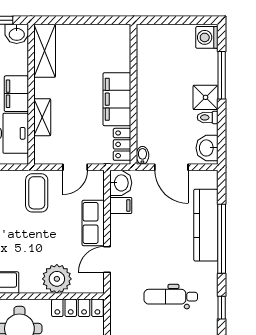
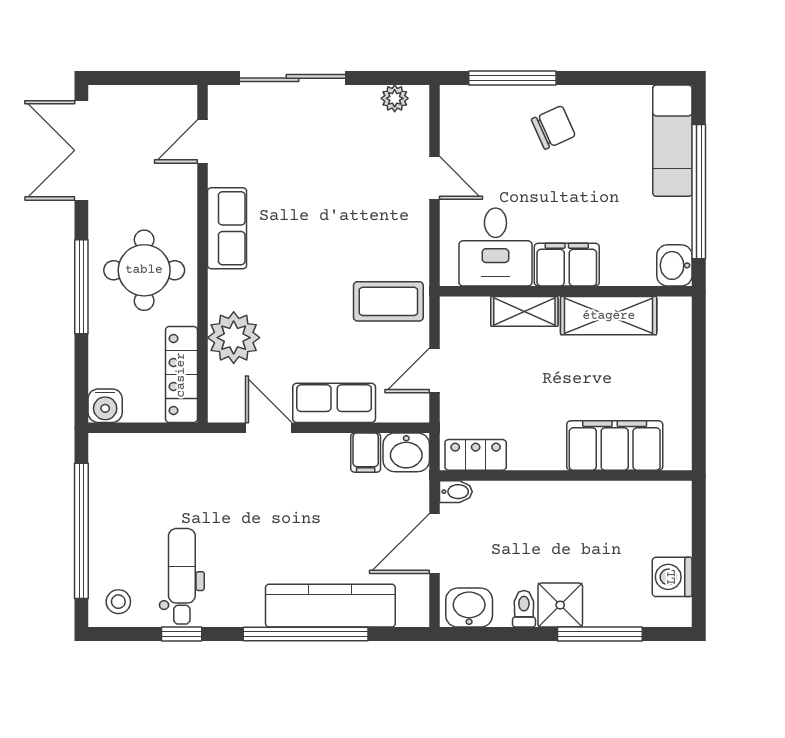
washing machine: (207, 37) -> (672, 577), moved, turned -90
shelving: (45, 51) -> (609, 316), moved
filing cabinet: (117, 99) -> (615, 446), moved
door: (75, 167) -> (434, 370), hinge flipped
dental chair: (171, 297) -> (182, 576), moved

